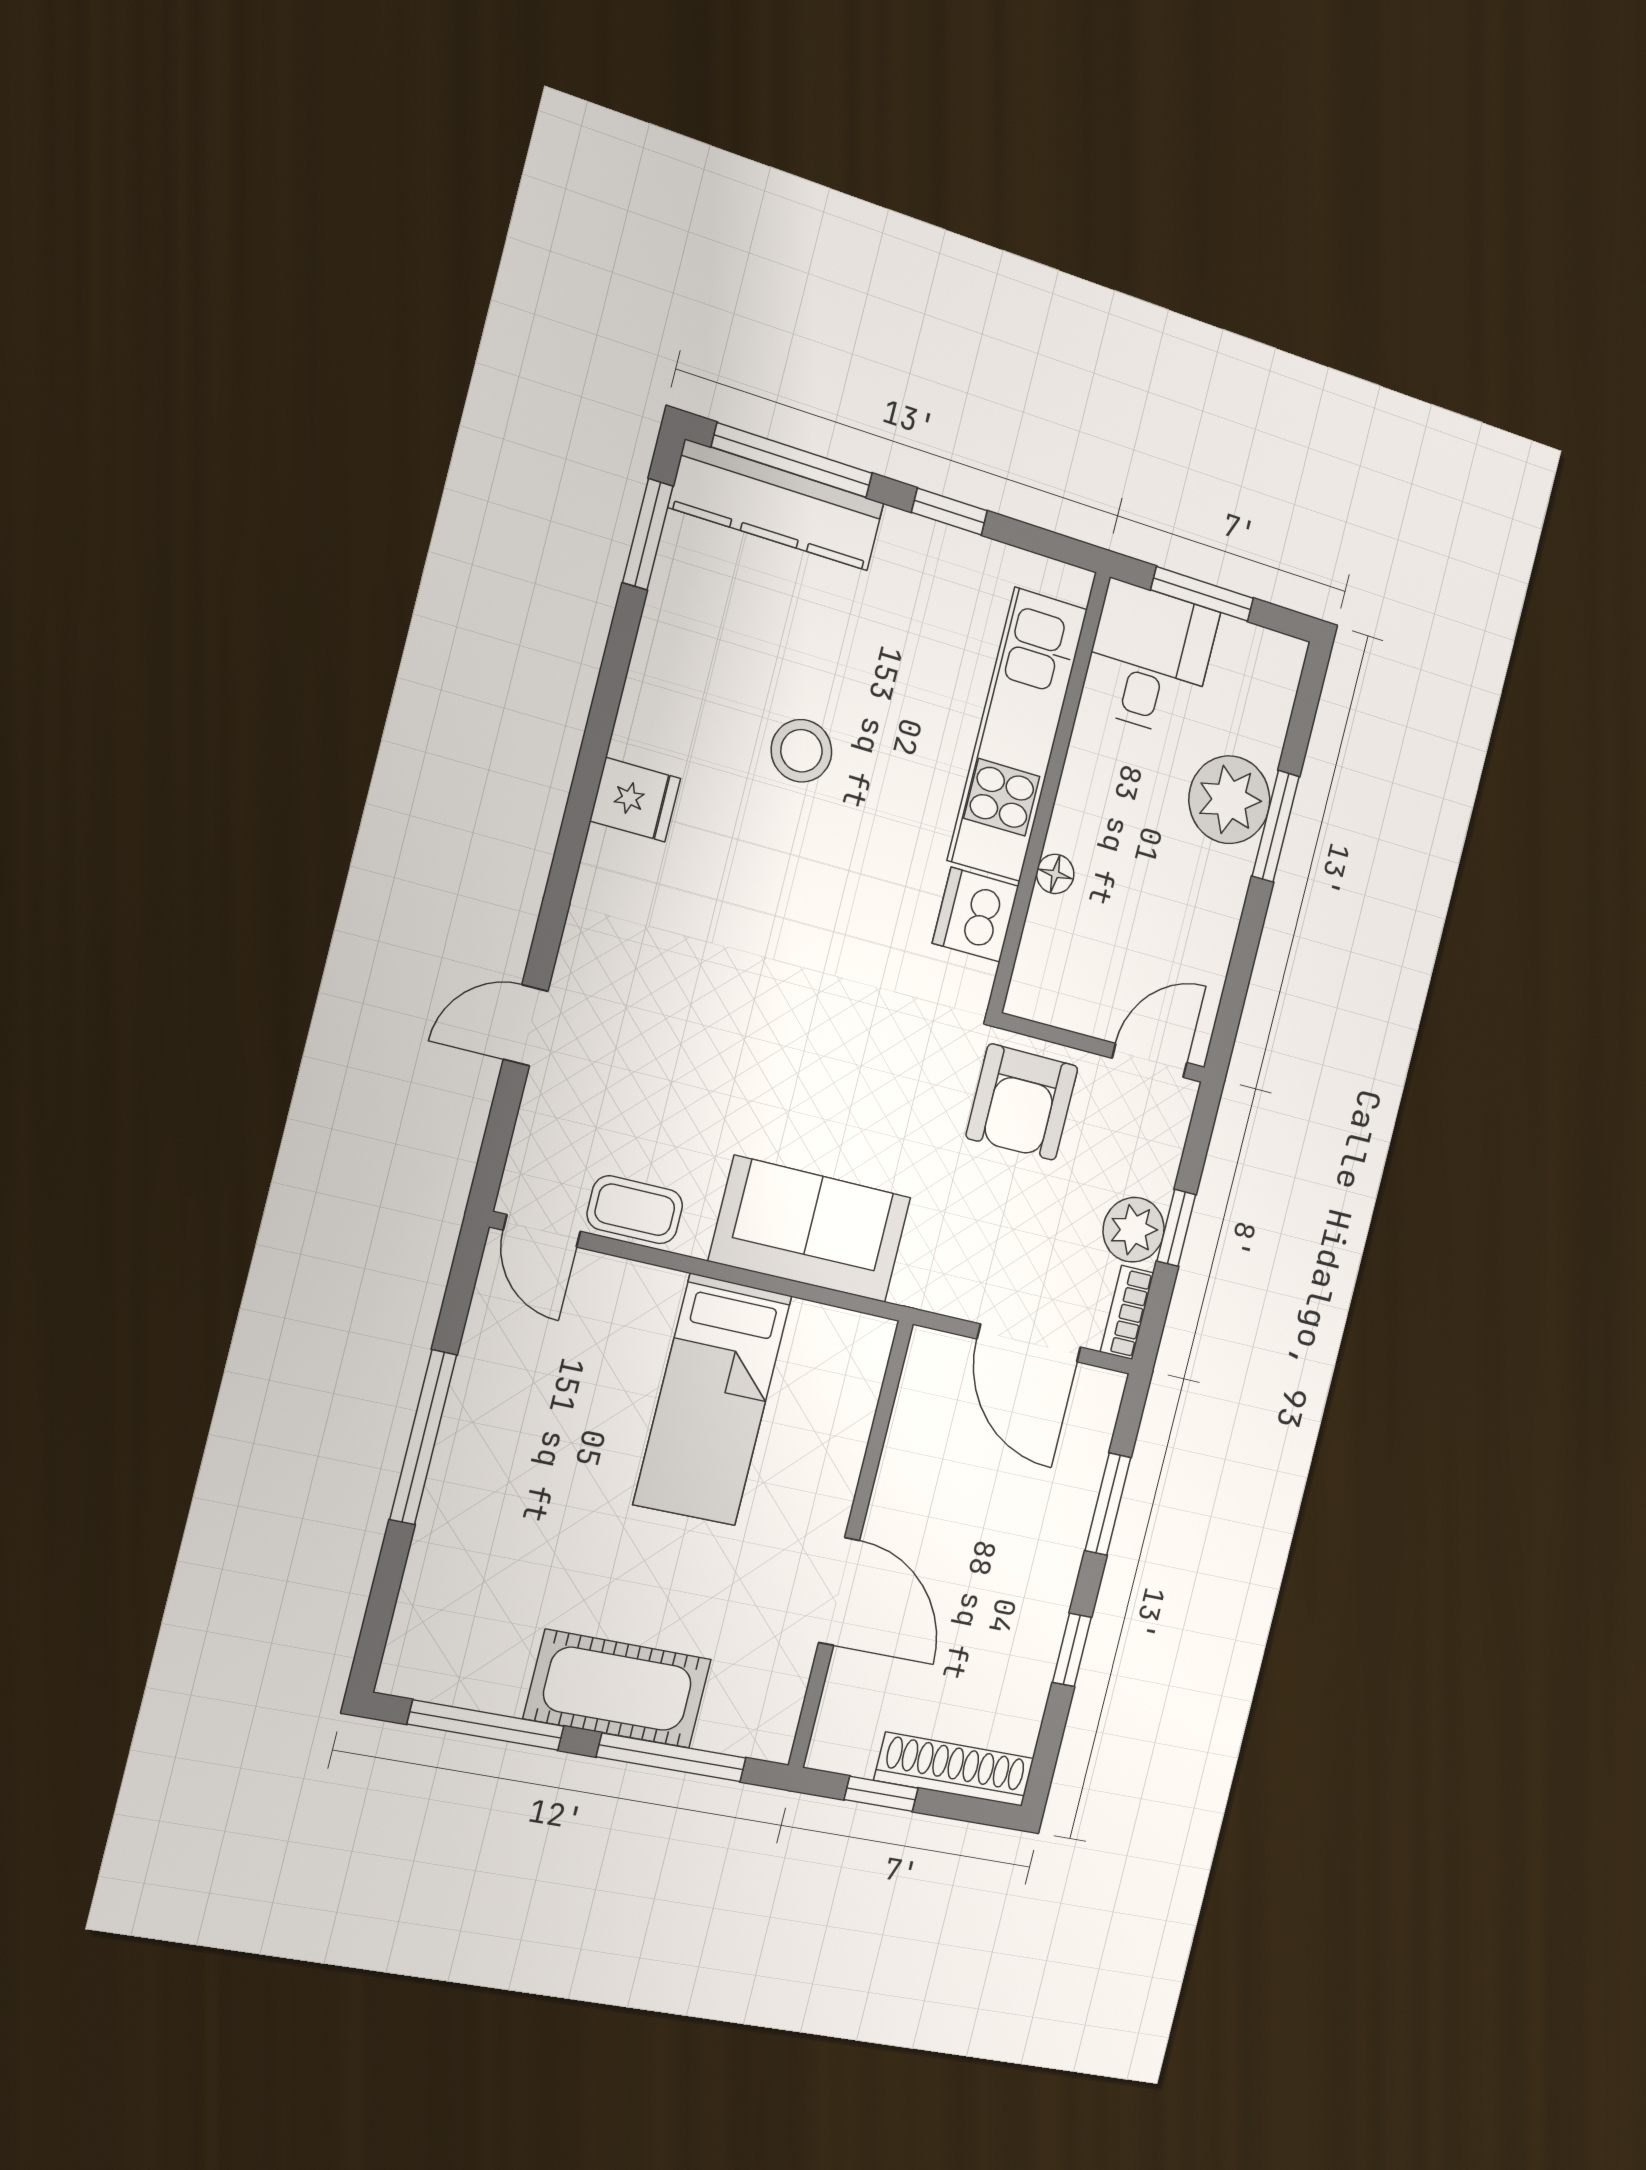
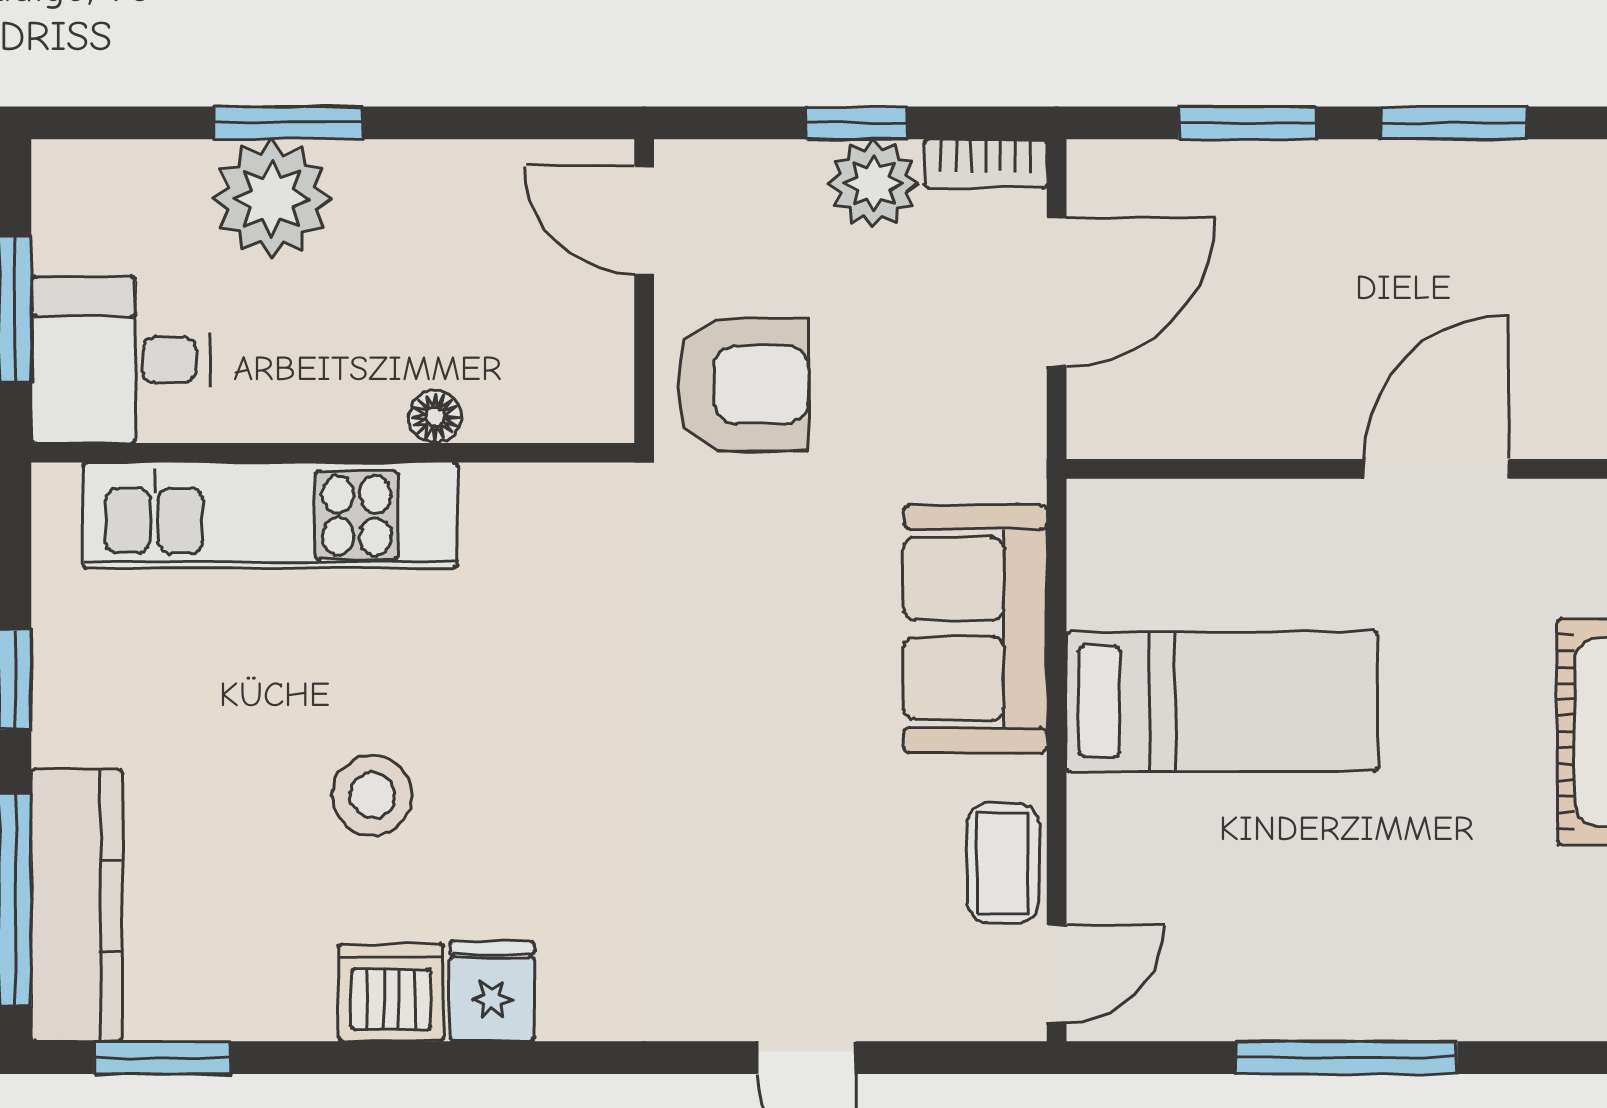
dishwasher: (976, 915) -> (391, 992), moved, turned 180
window: (1072, 1650) -> (1454, 123), width x1.50

